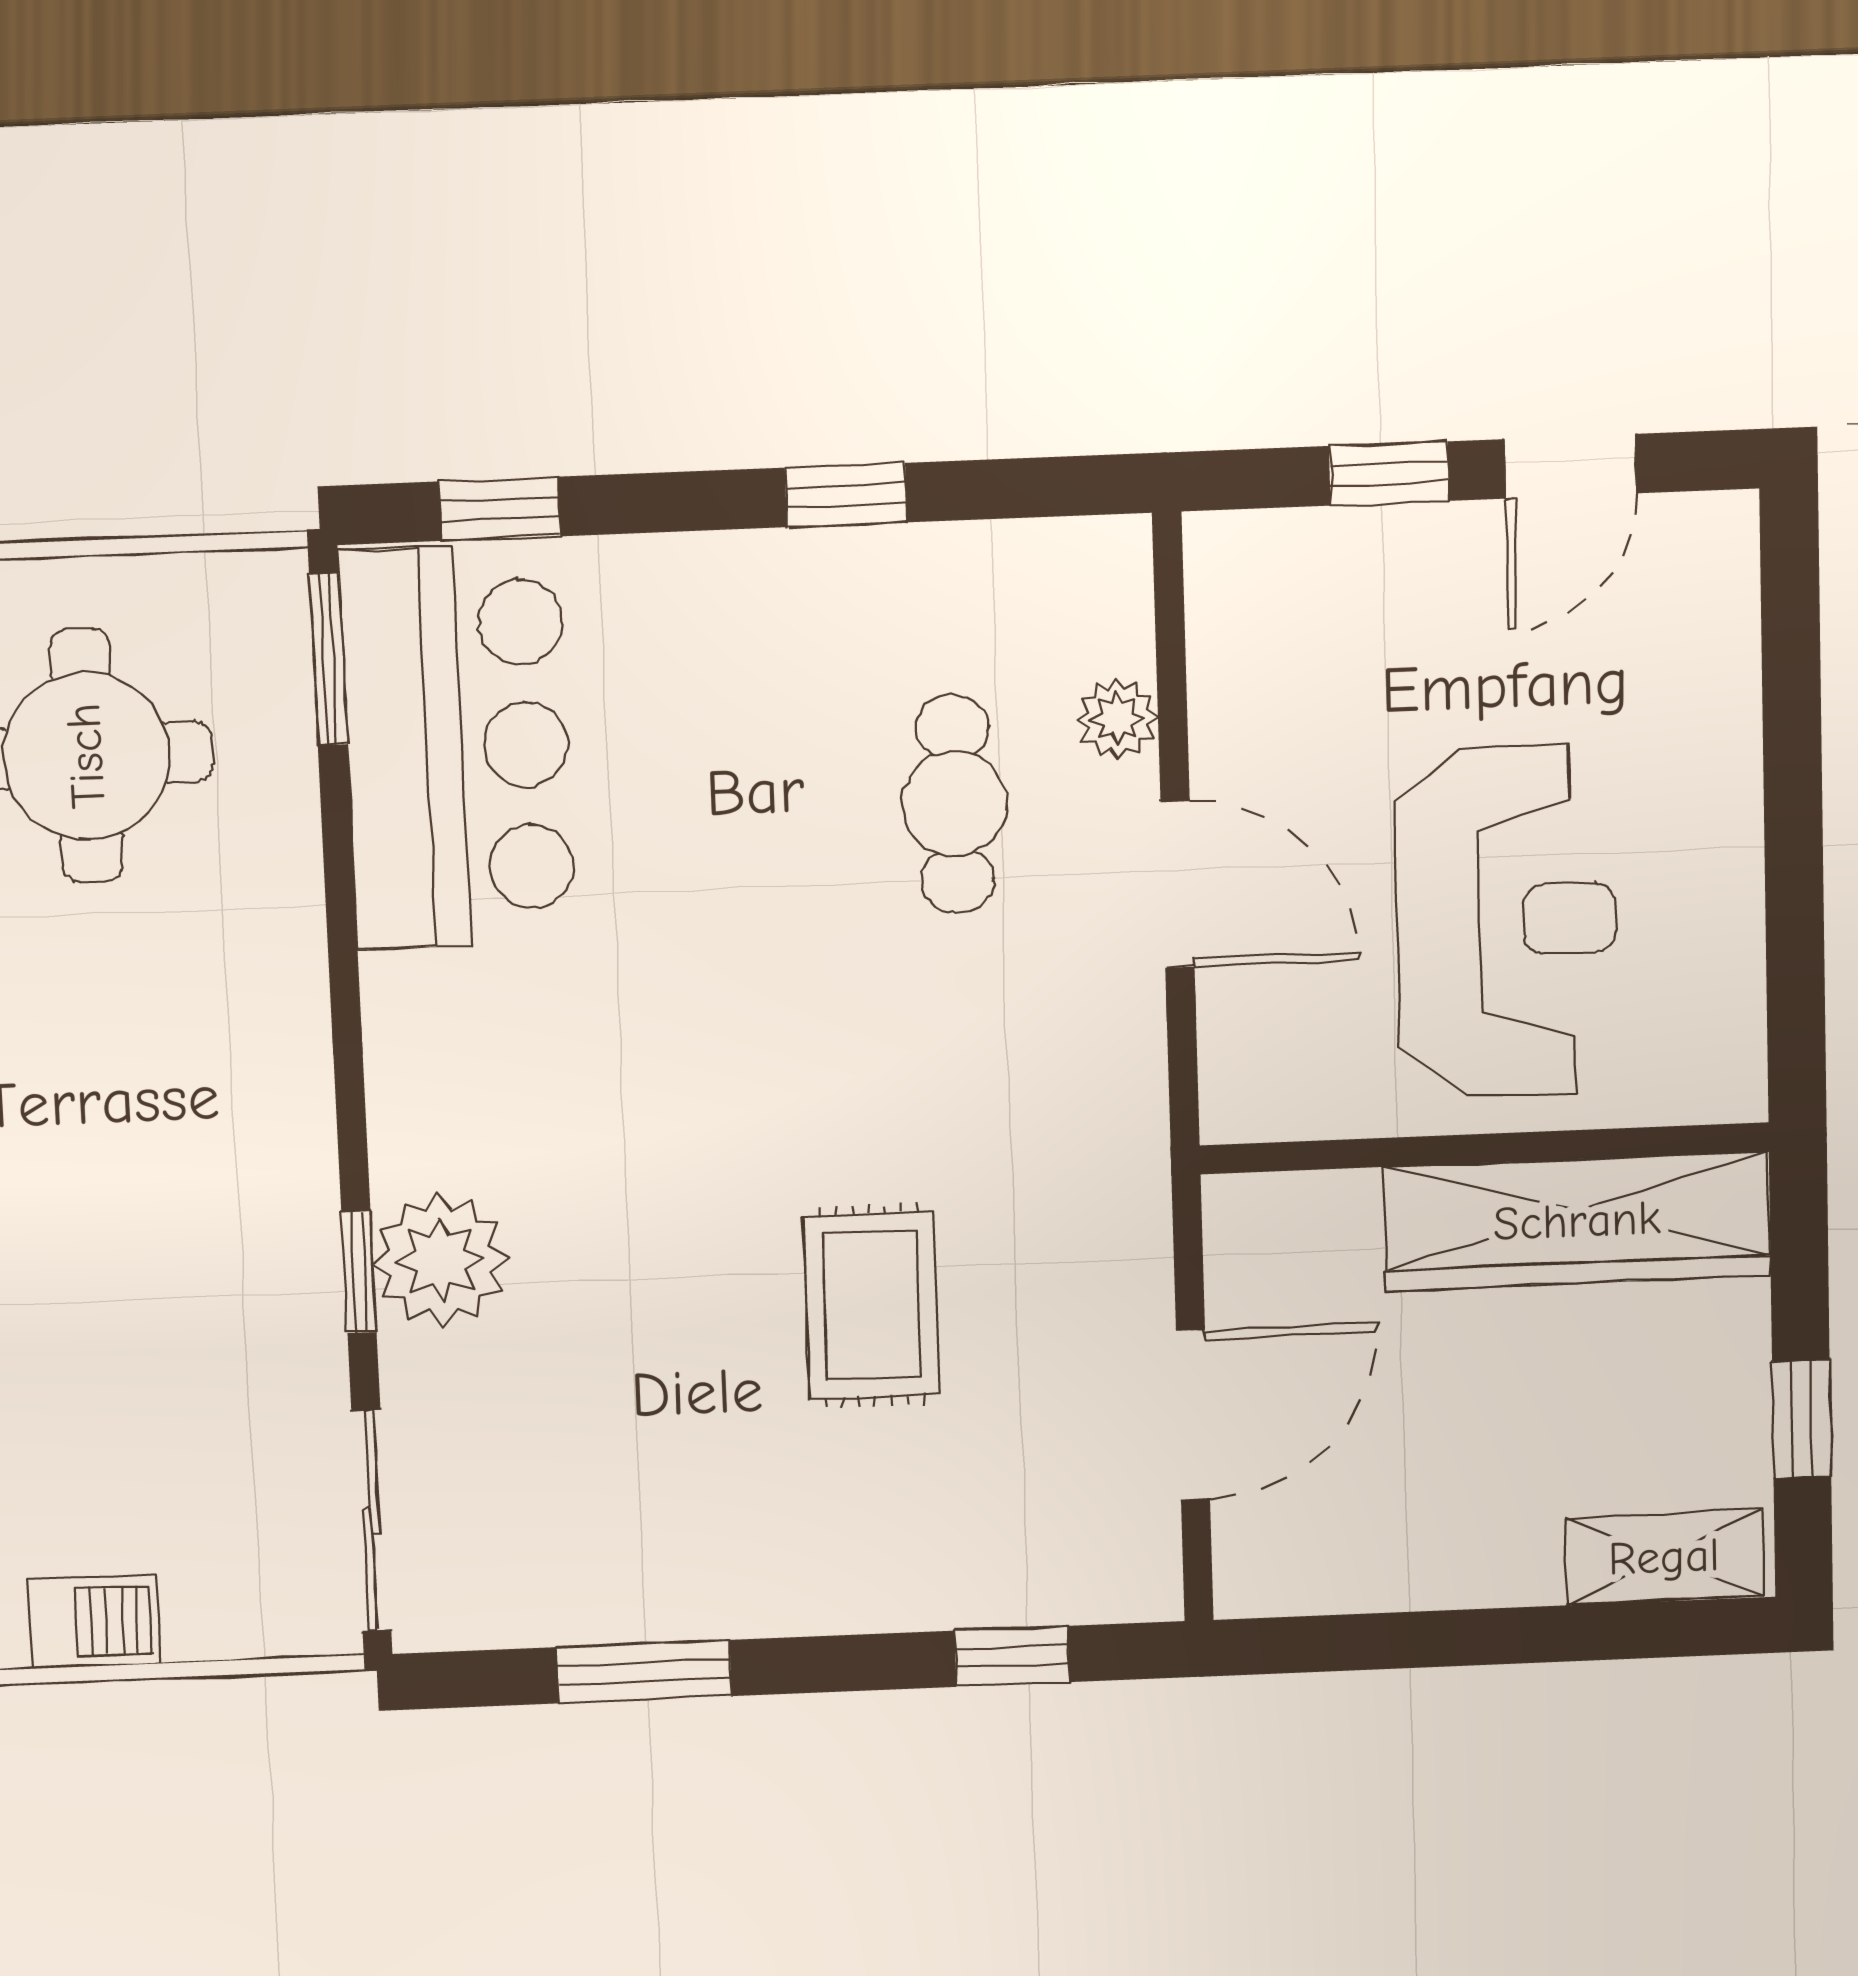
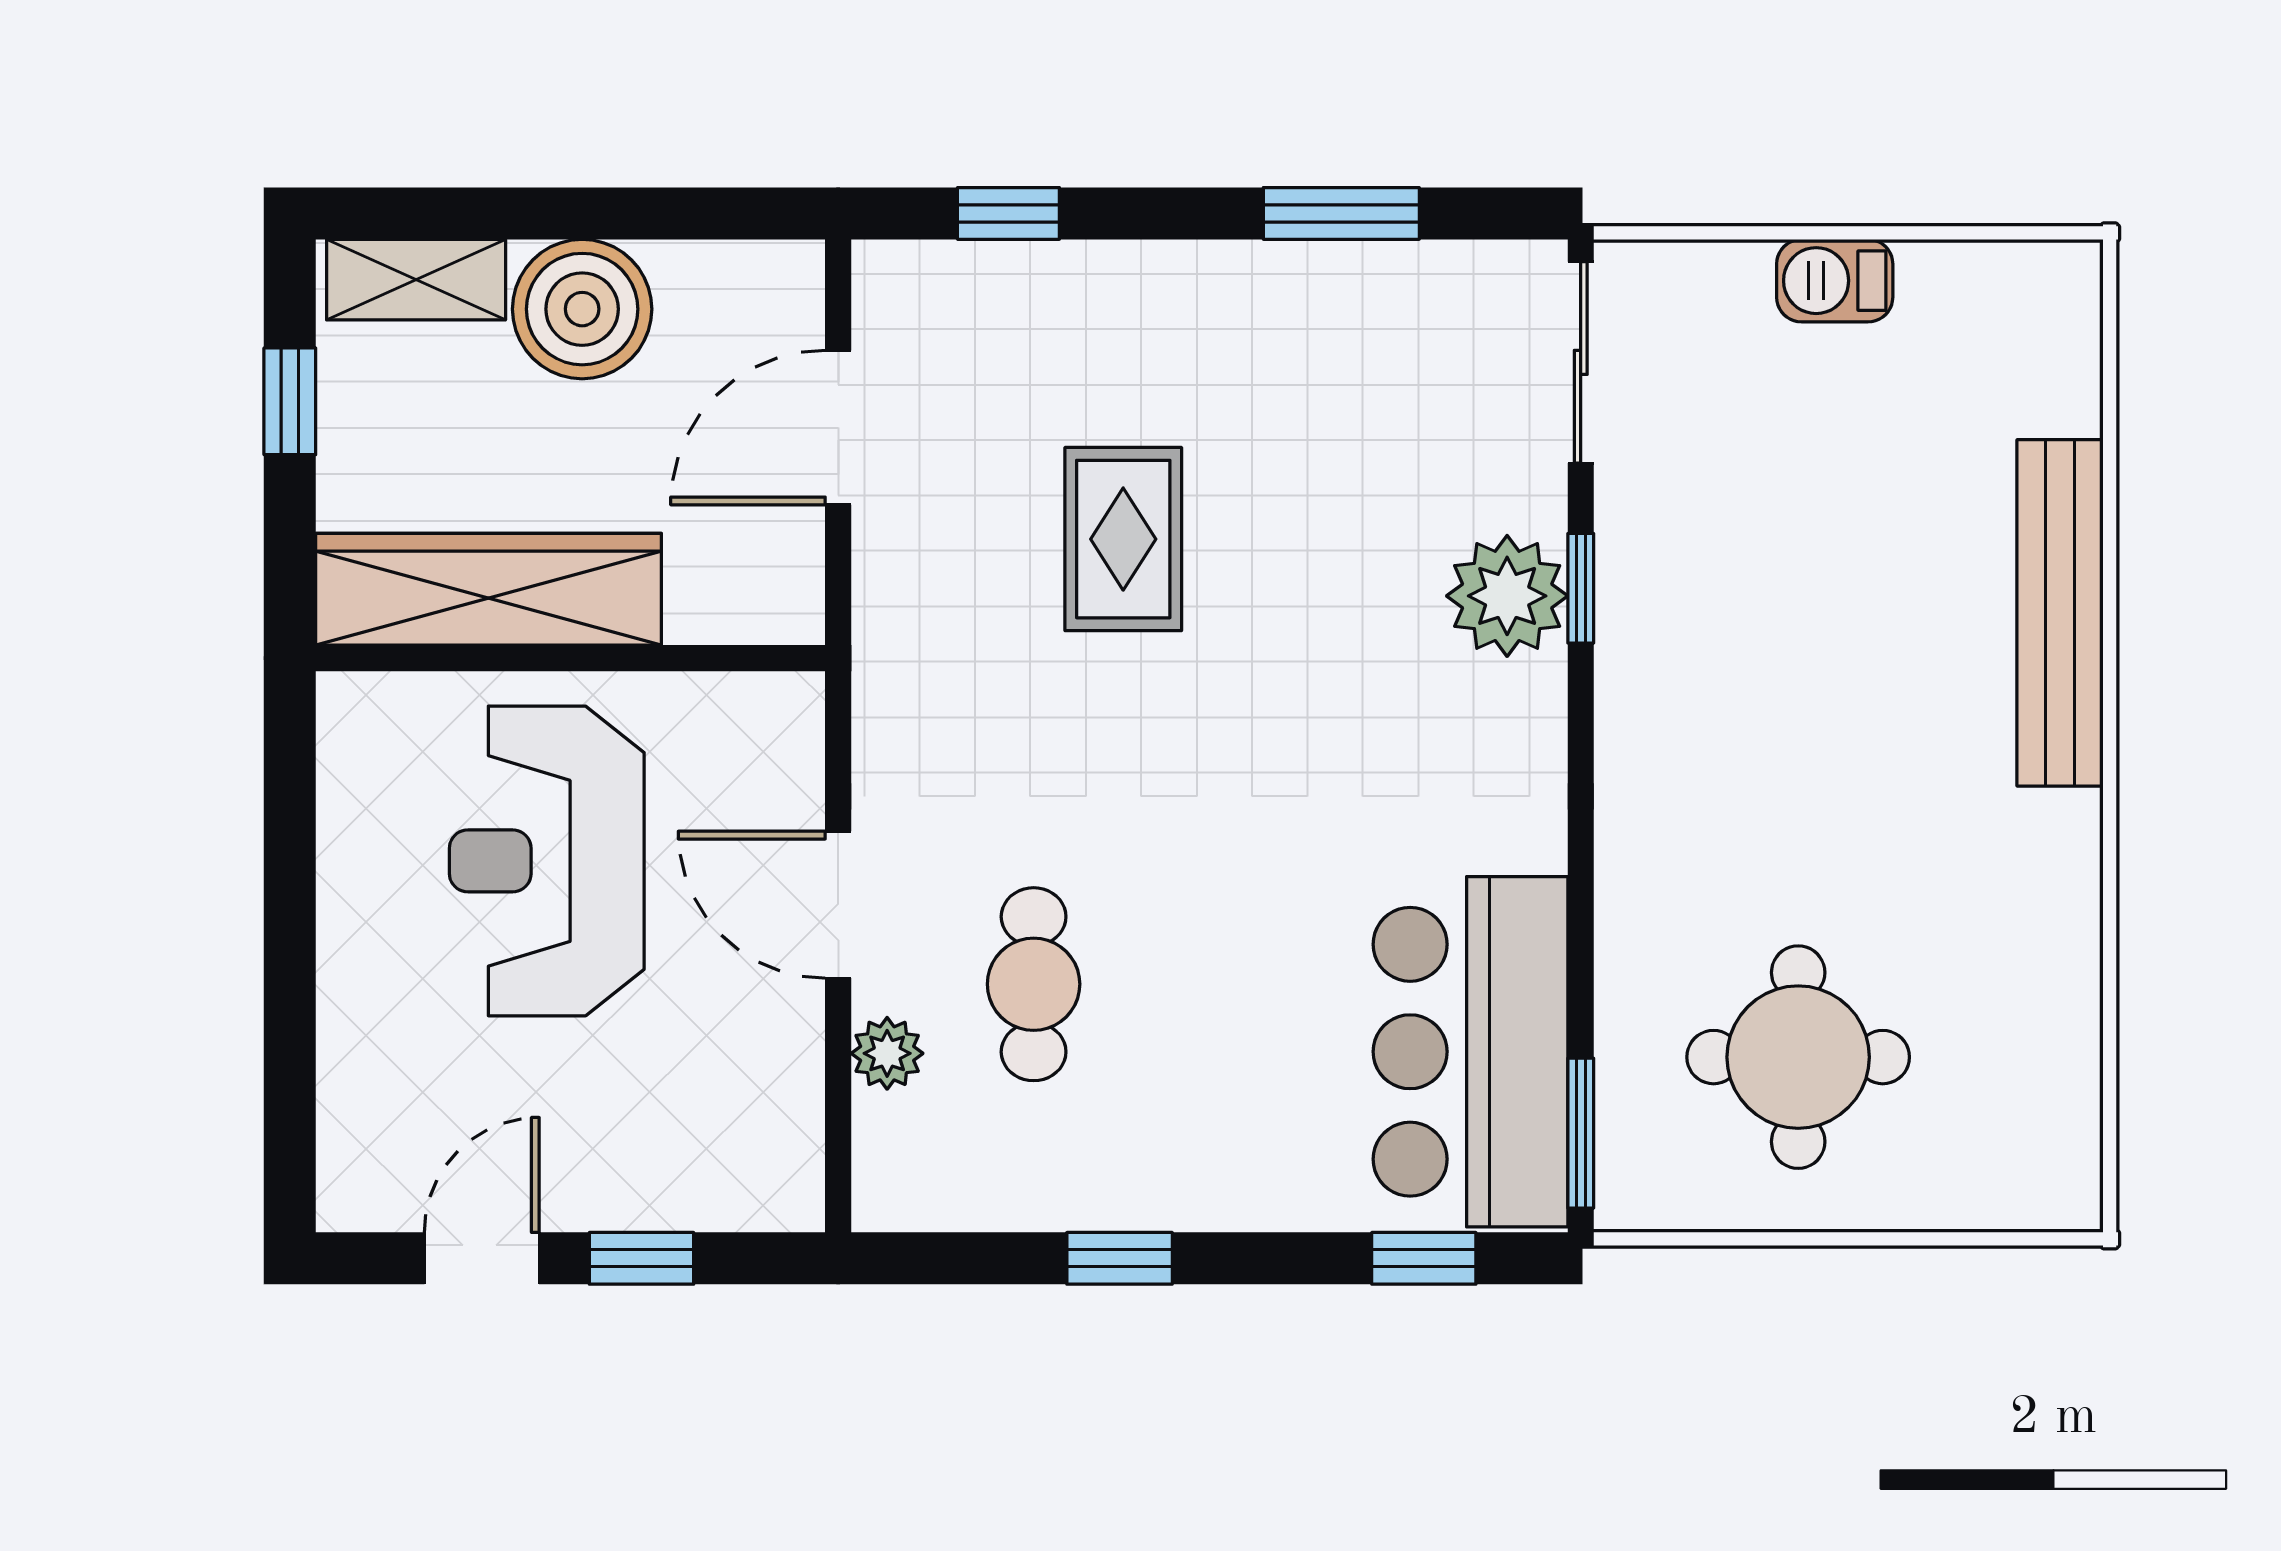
boiler: (1480, 1533) -> (582, 309), added

